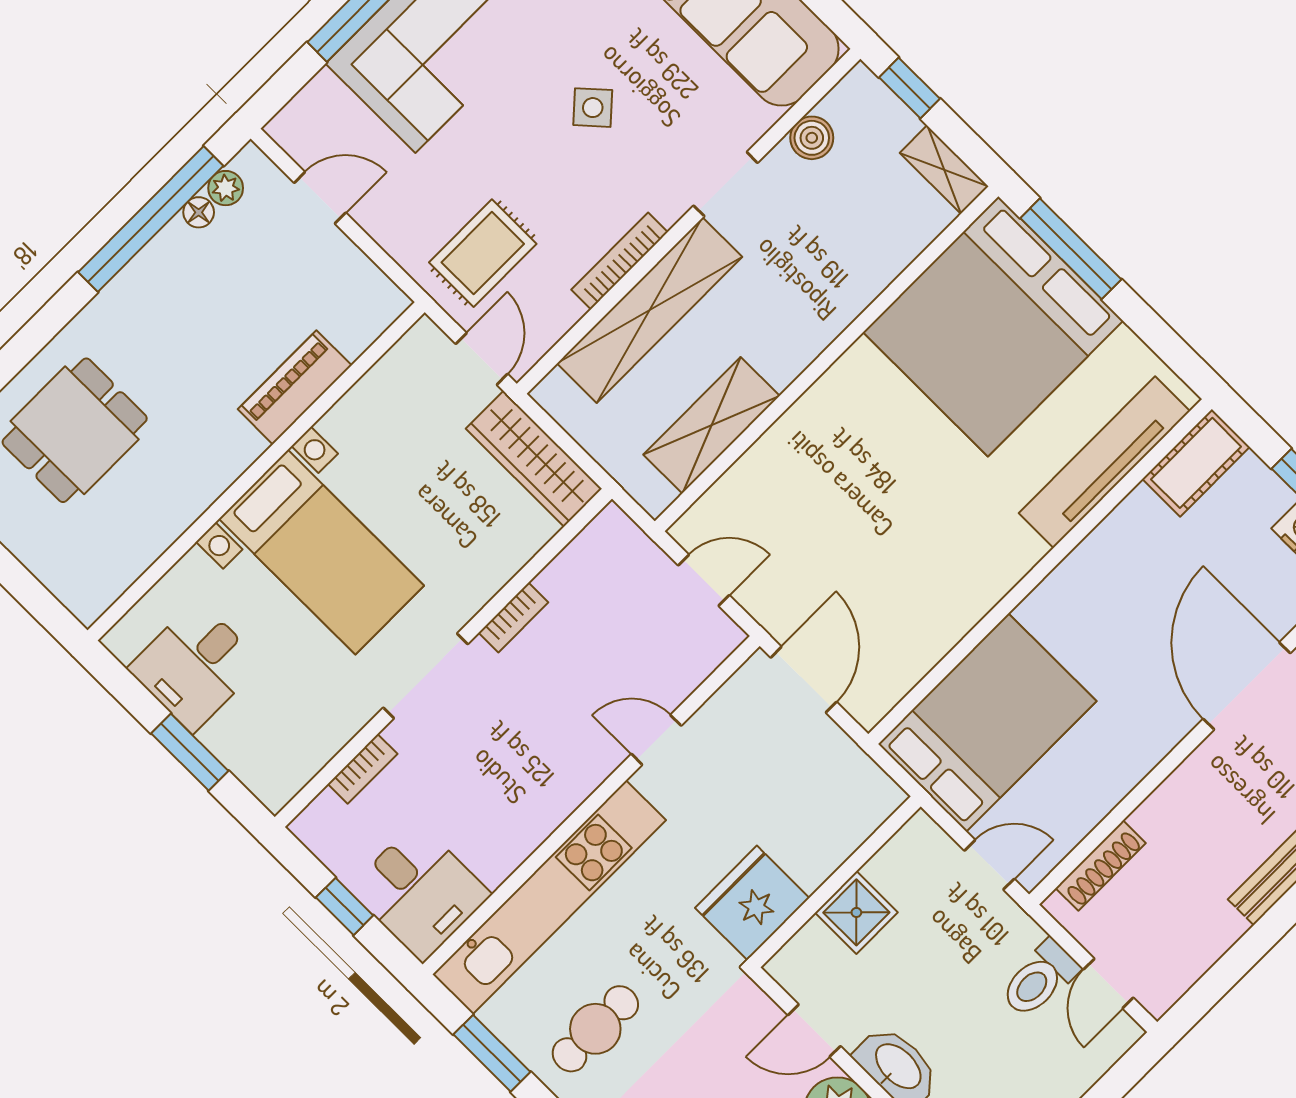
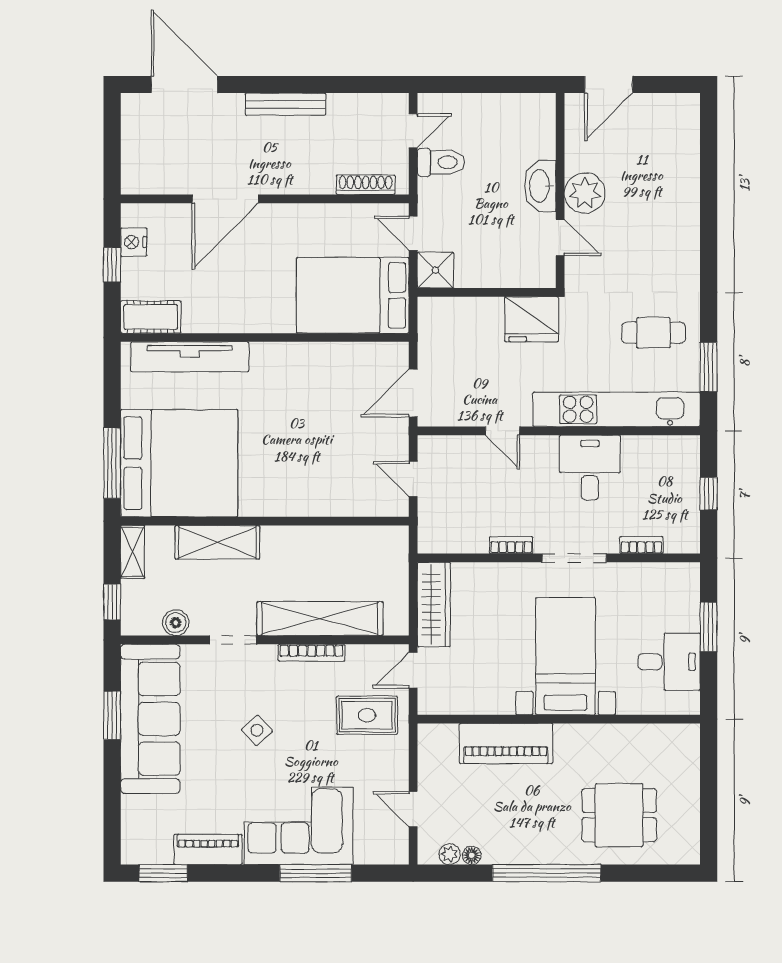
window: (151, 219) -> (547, 873), moved
piano: (295, 387) -> (506, 744), width x1.37, depth x1.33
shelving: (711, 425) -> (217, 542), moved
desk: (420, 892) -> (590, 468), moved
shower: (856, 912) -> (435, 270), moved

